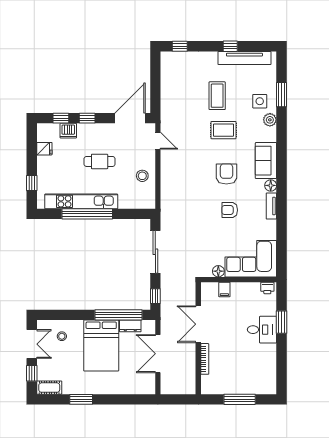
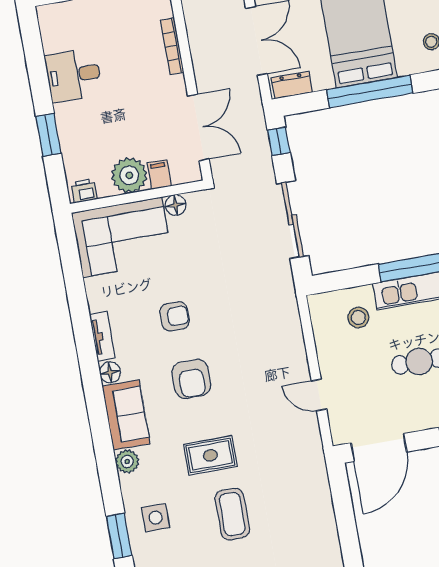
plant: (270, 120) -> (127, 461), moved
door: (158, 141) -> (319, 395), moved
stool: (142, 176) -> (358, 318), moved
plant: (241, 292) -> (129, 175), added
window: (118, 315) -> (370, 91), moved
double door: (198, 324) -> (198, 128), moved
dresser: (130, 326) -> (292, 85), moved
desk: (262, 330) -> (73, 75), moved

